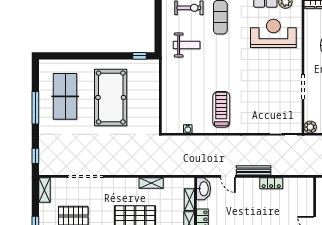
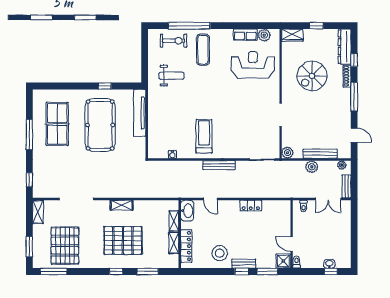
window: (139, 56) -> (105, 86), moved
tv unit: (153, 85) -> (140, 113), added
bench: (254, 170) -> (219, 165), moved
shelving: (151, 183) -> (122, 205), moved

